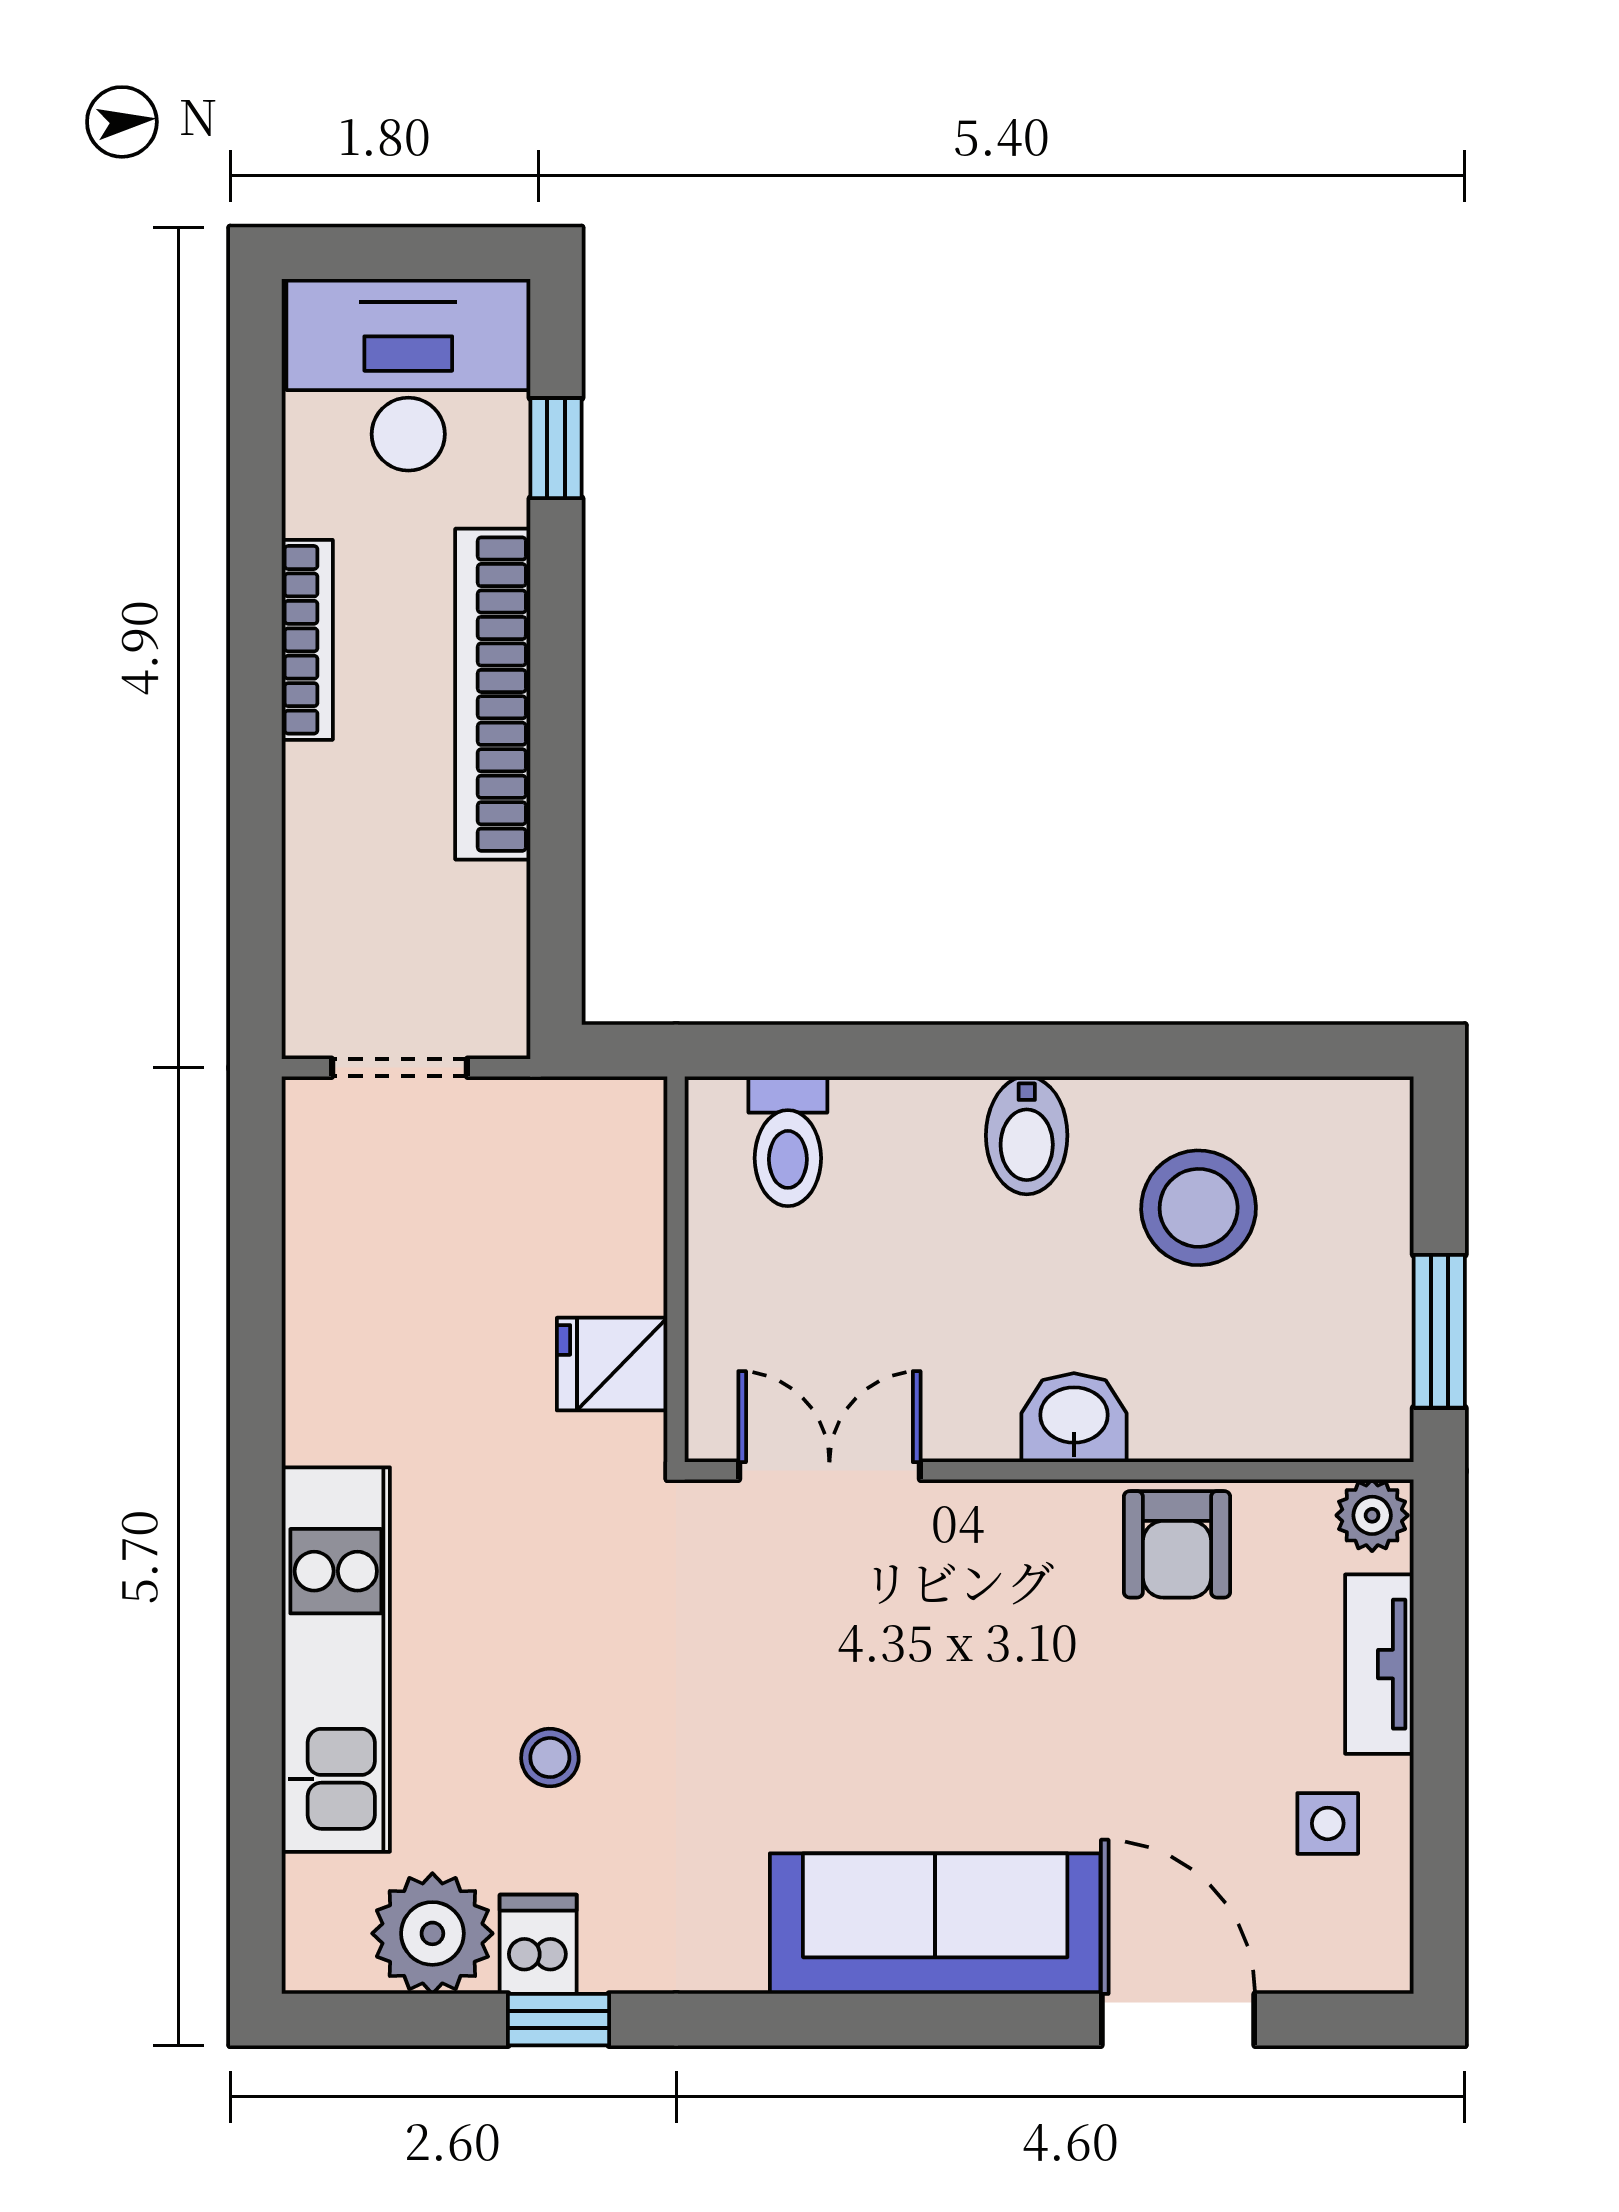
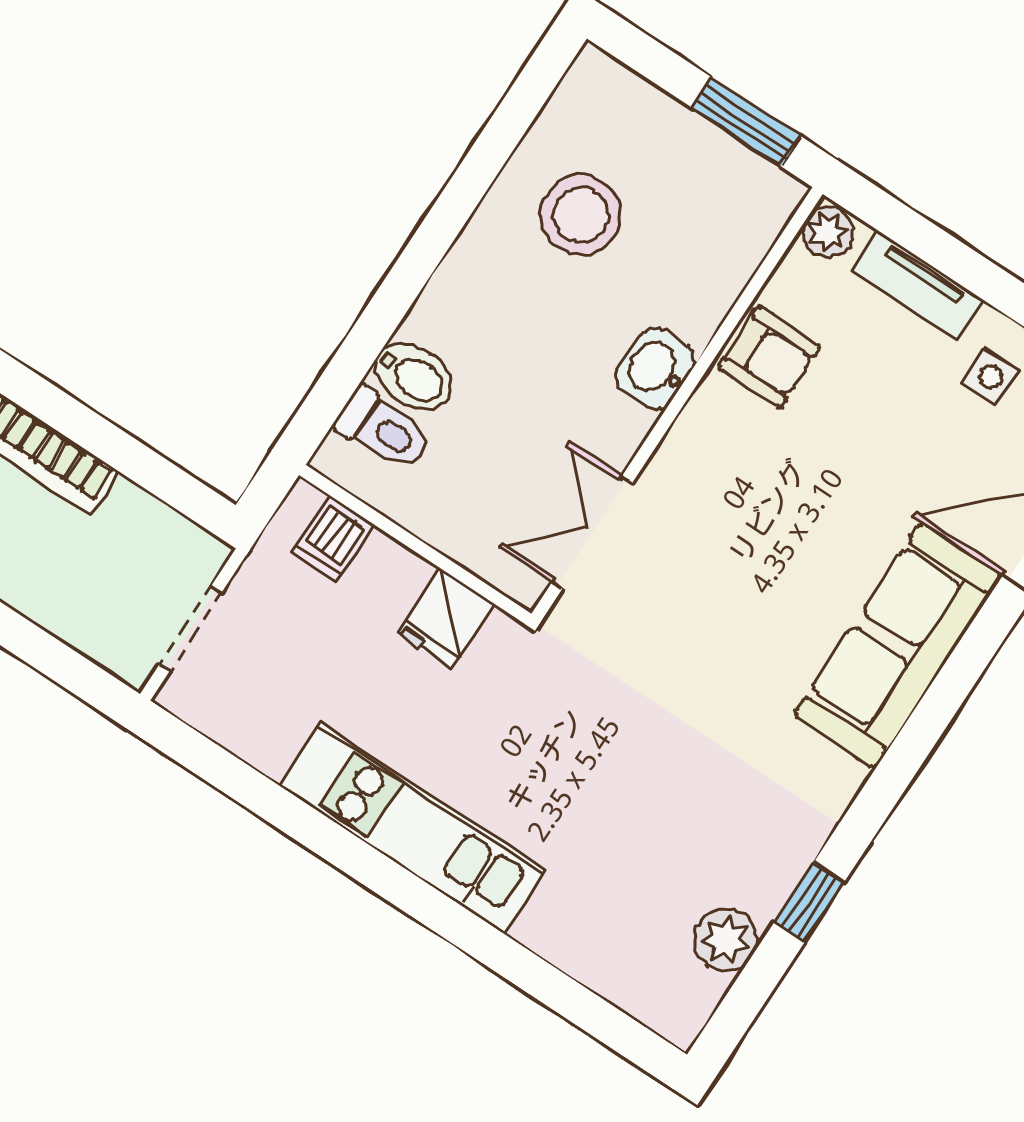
bidet: (1027, 1135) -> (414, 376), moved
kitchen unit: (336, 1660) -> (412, 828), moved
stool: (550, 1758) -> (652, 807), removed
plant: (432, 1933) -> (725, 940), width x0.73, depth x0.73
dishwasher: (538, 1944) -> (332, 539), moved, turned -90

